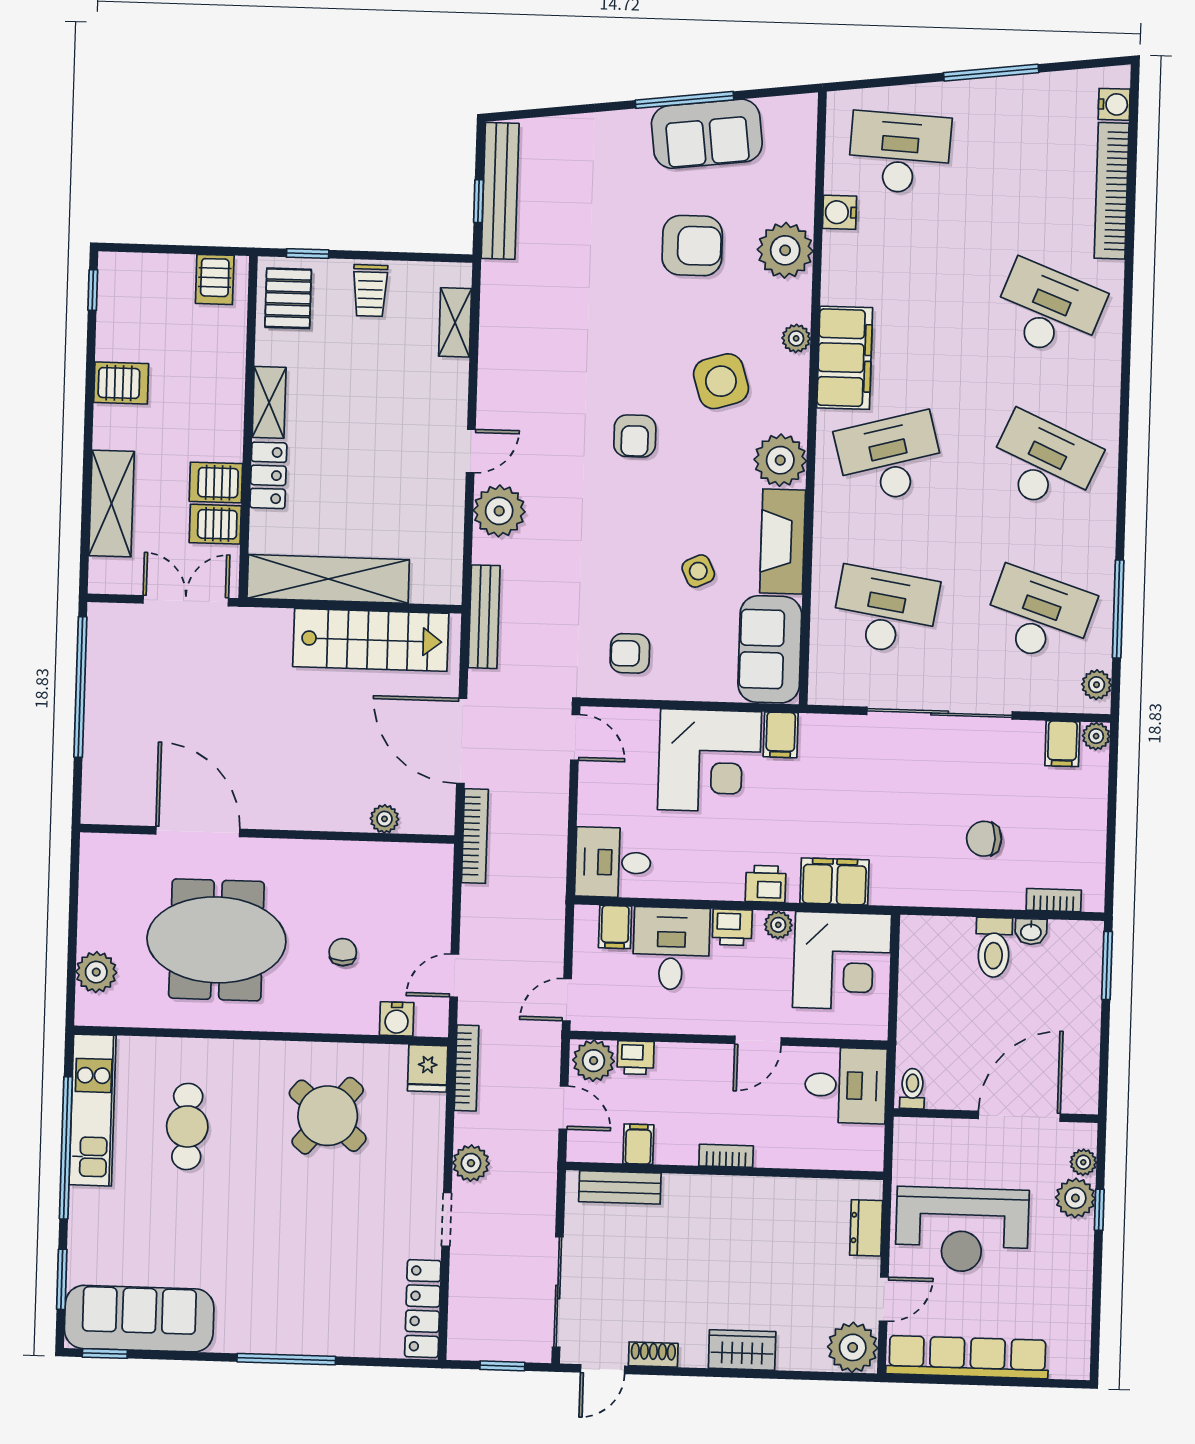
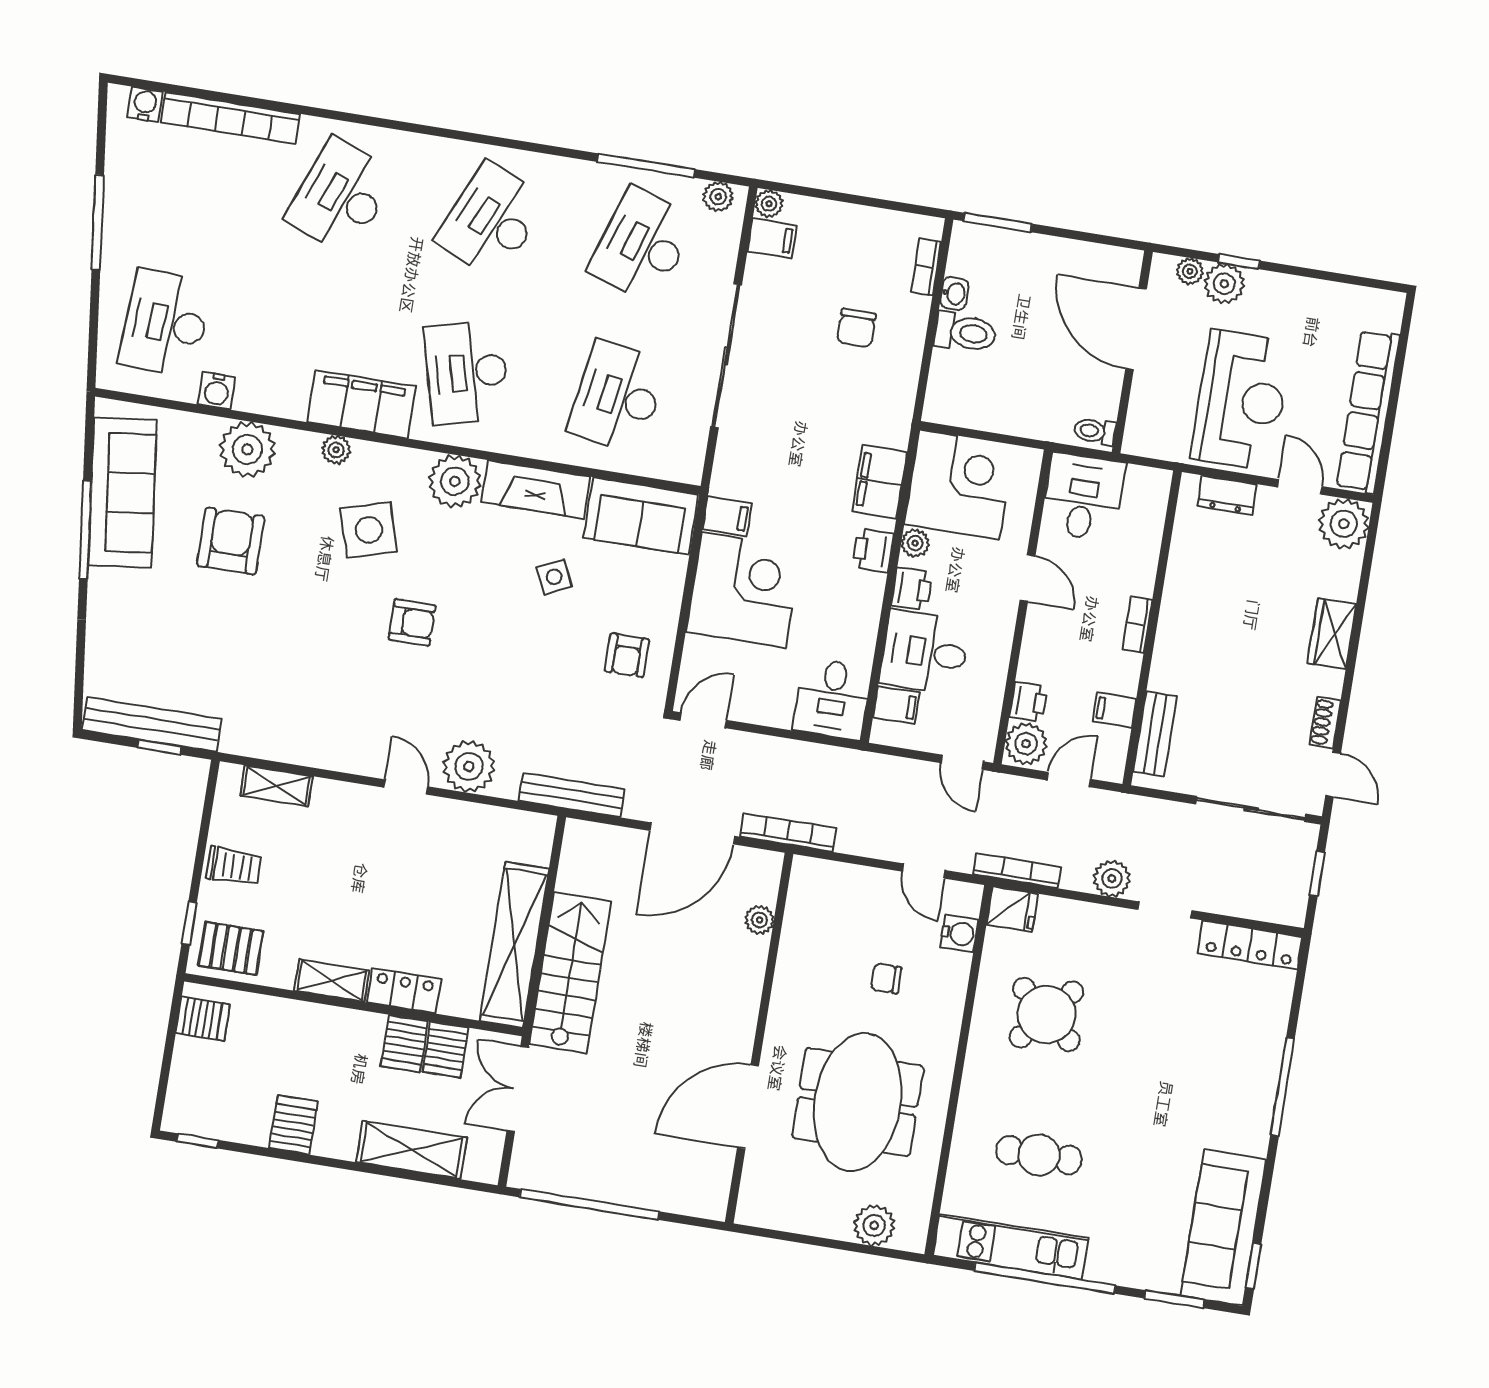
sofa: (707, 134) -> (123, 492), width x1.36
stairs: (371, 640) -> (570, 973), moved

